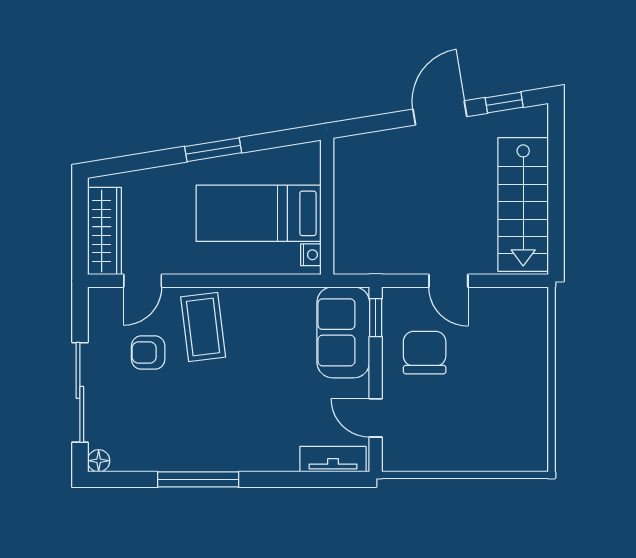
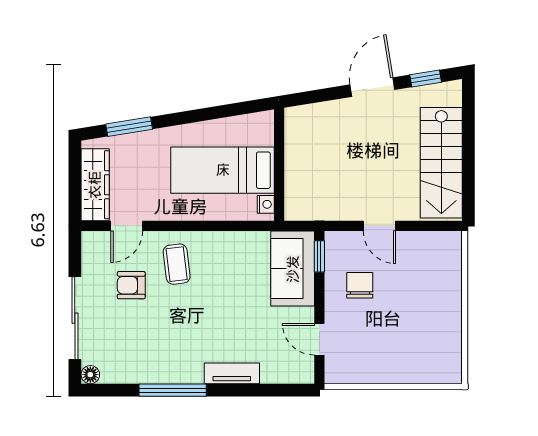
window: (213, 150) -> (129, 127), moved
coffee table: (203, 327) -> (177, 264), width x0.73, depth x0.77
chair: (425, 353) -> (360, 285), width x0.73, depth x0.73
tv unit: (333, 459) -> (232, 373), moved

